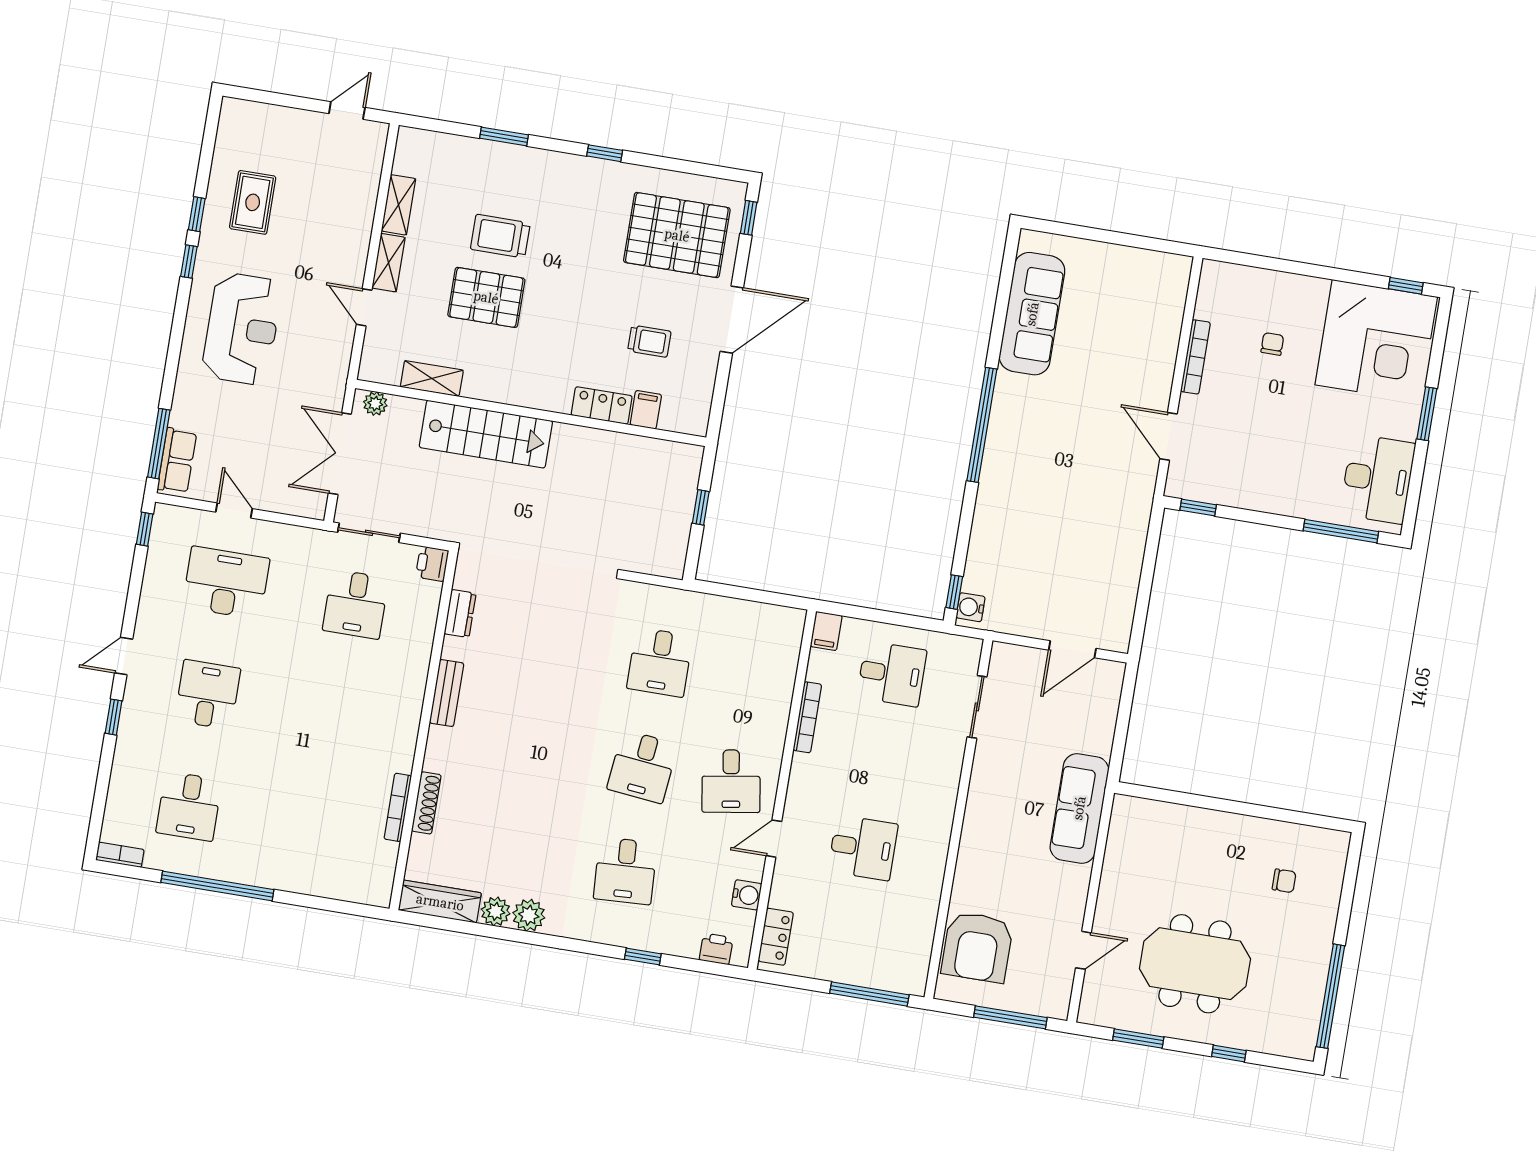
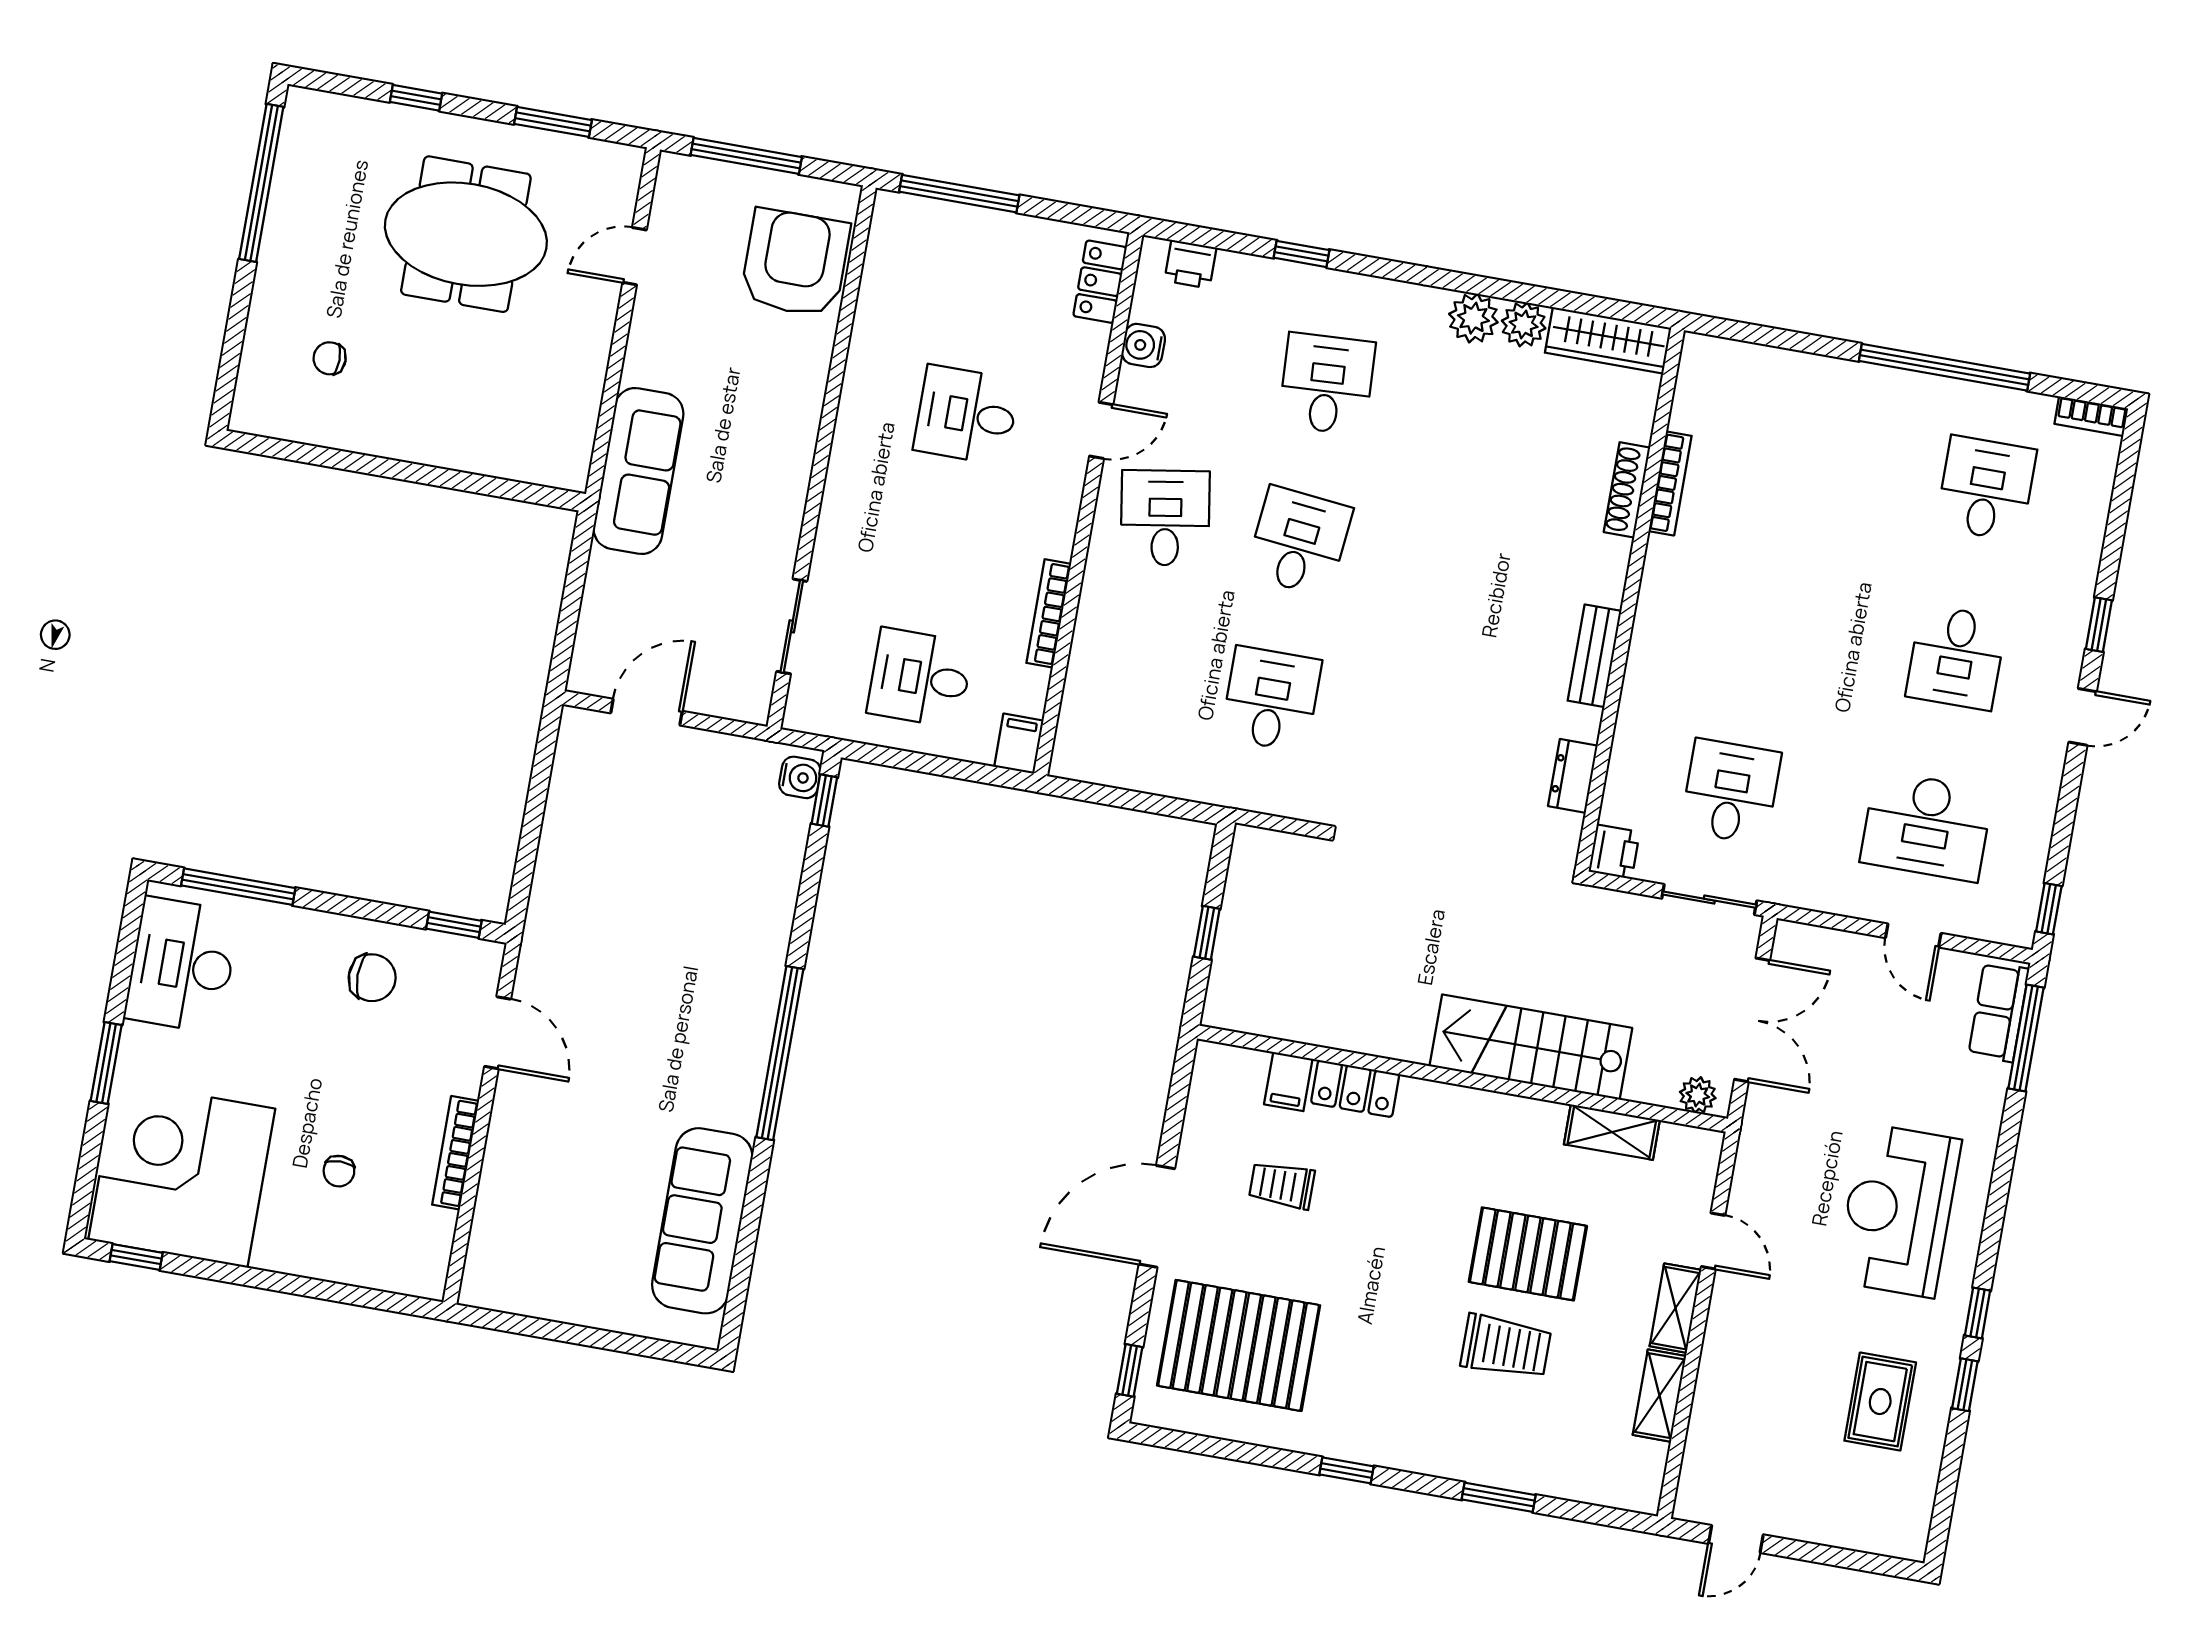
chair: (1252, 472) -> (372, 978), added

